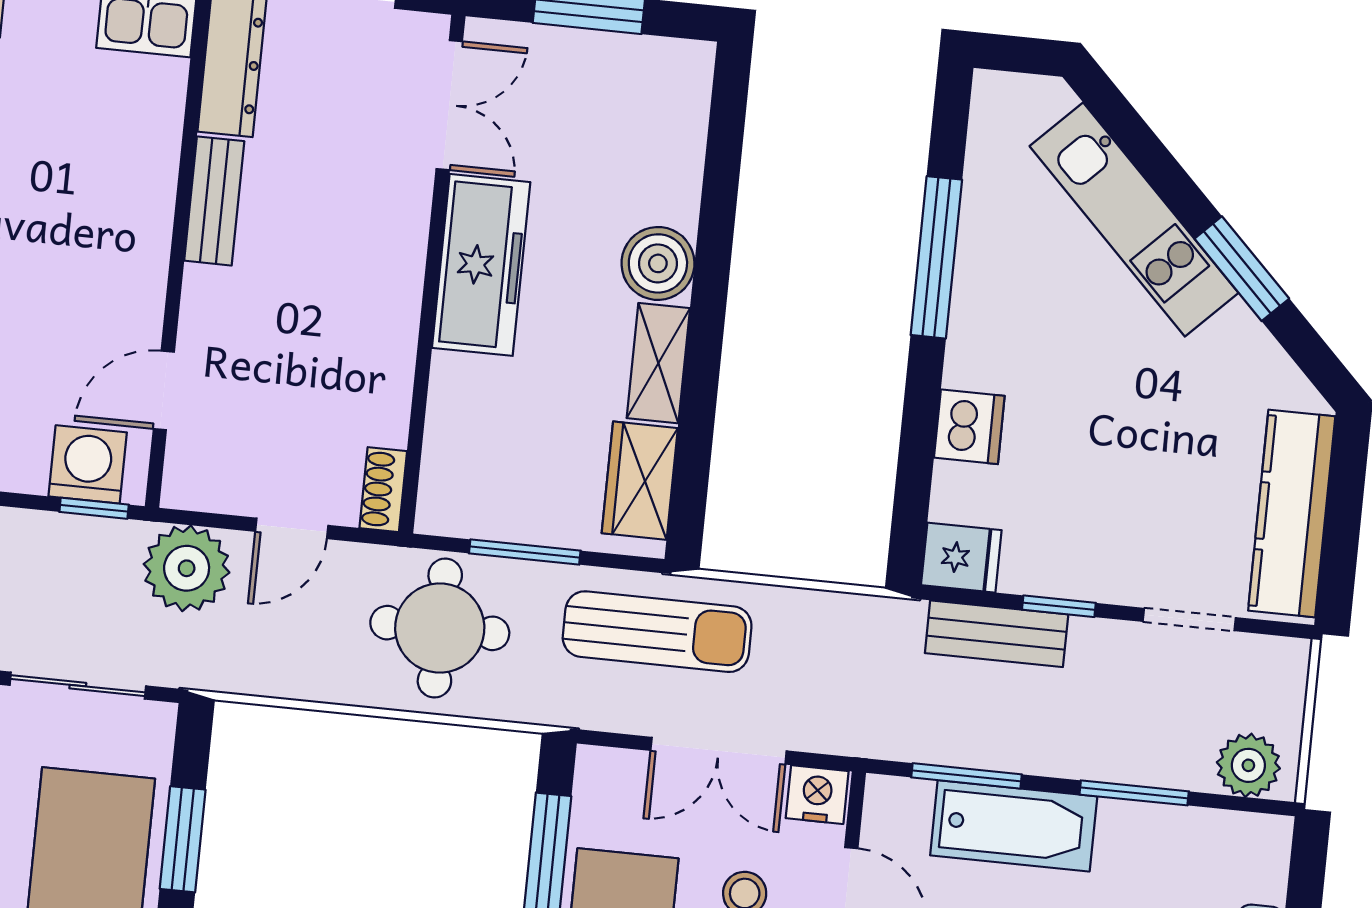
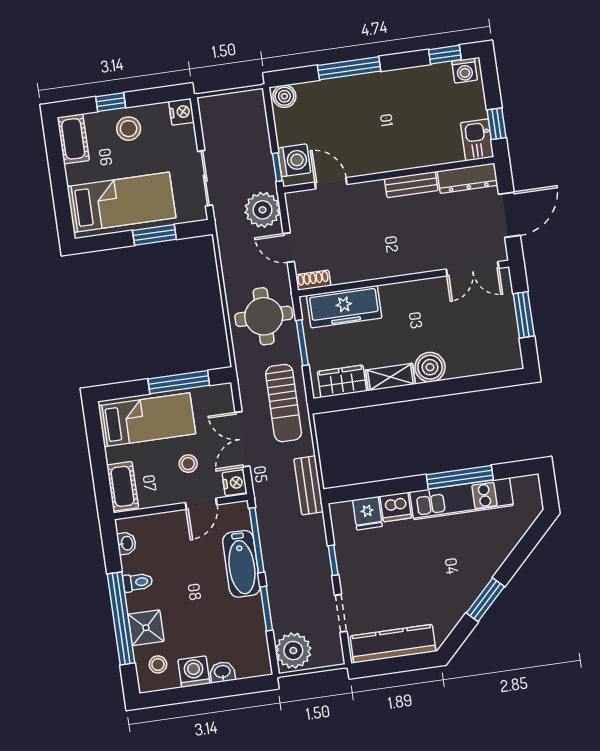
kitchen unit: (1134, 219) -> (462, 499), moved, turned -135
freezer: (481, 265) -> (344, 307), moved
fridge: (961, 558) -> (367, 513), moved
bench: (997, 634) -> (309, 485), moved
plant: (1248, 765) -> (293, 651), width x1.36, depth x1.36
window: (966, 776) -> (257, 540), width x1.44

